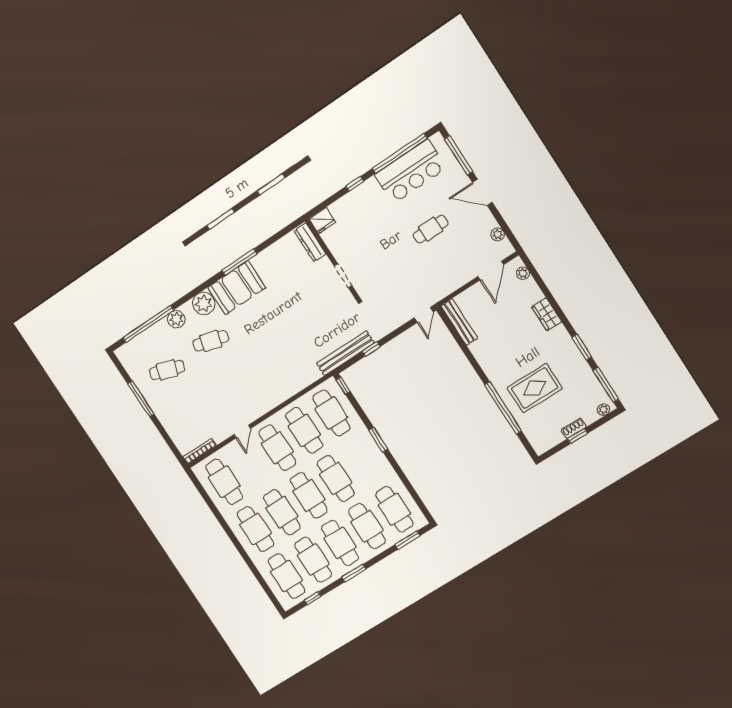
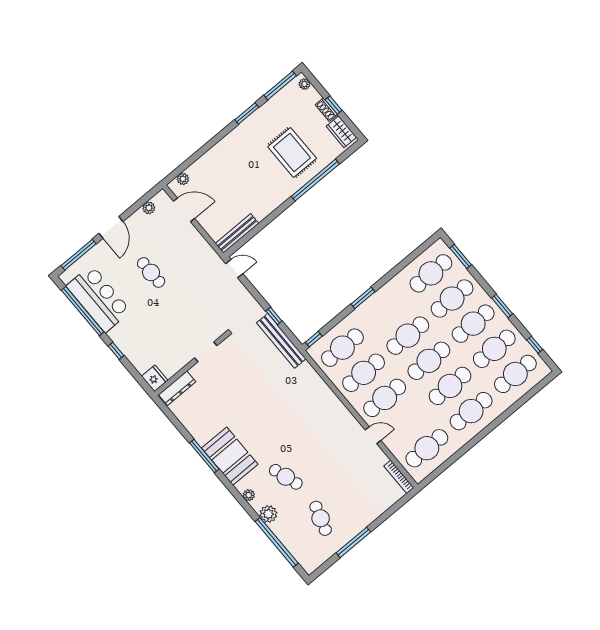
plant: (204, 303) -> (249, 495), width x0.53, depth x0.53
wardrobe: (547, 314) -> (341, 132), moved, turned 90
cafe table: (211, 341) -> (286, 477), turned -33

